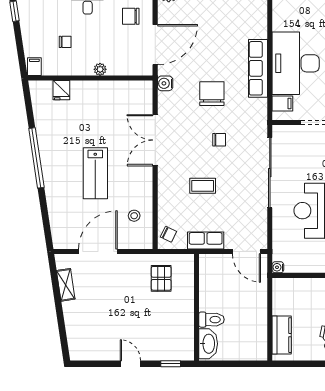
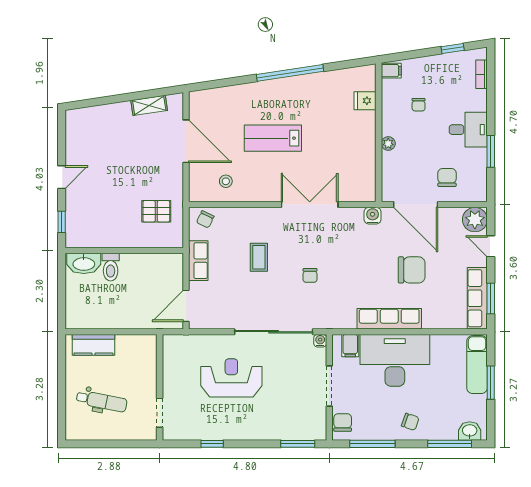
chair: (212, 94) -> (412, 270), moved
water cooler: (278, 267) -> (320, 341), moved

